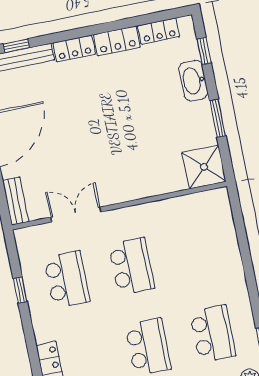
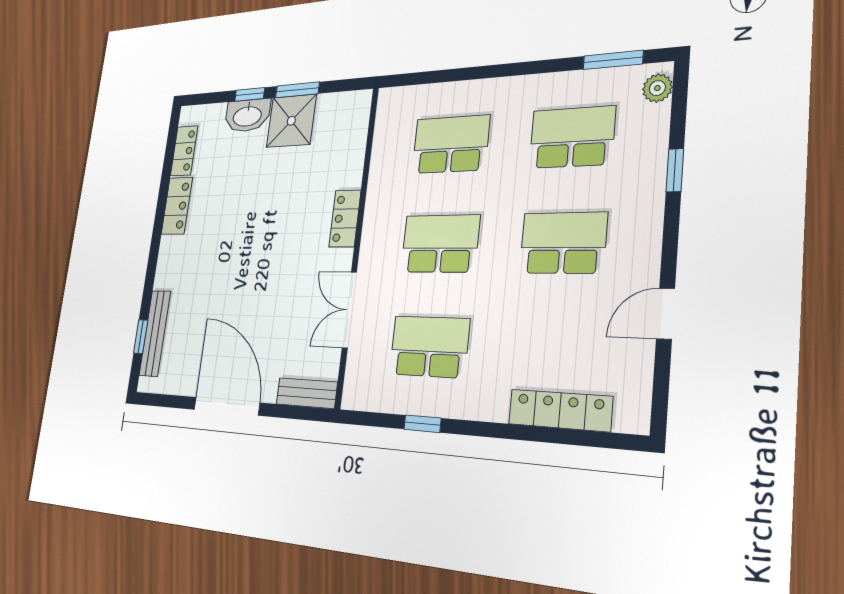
locker: (74, 49) -> (345, 219), moved, turned 180
window: (204, 51) -> (250, 94), moved
shower: (204, 167) -> (291, 121), moved
school desk: (196, 253) -> (451, 144), added

